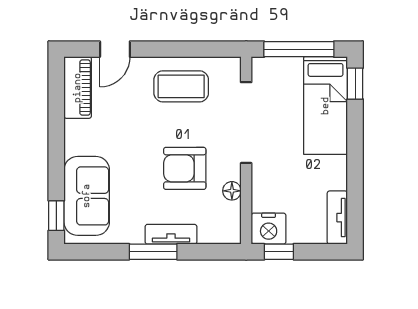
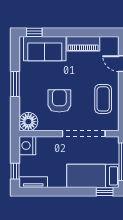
piano: (78, 88) -> (83, 44), moved
floor lamp: (232, 191) -> (28, 122), moved, width x1.89, depth x1.89
tv unit: (171, 234) -> (24, 94), removed
window: (279, 252) -> (15, 171), moved

